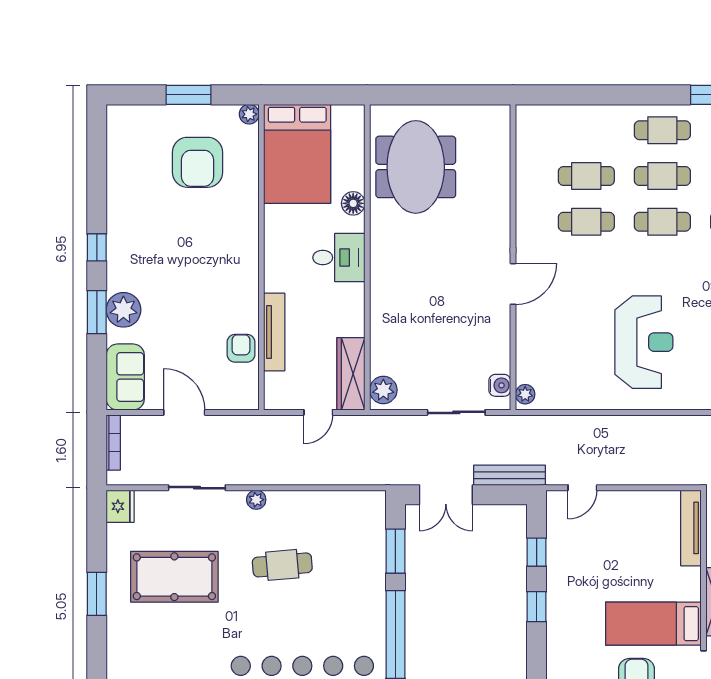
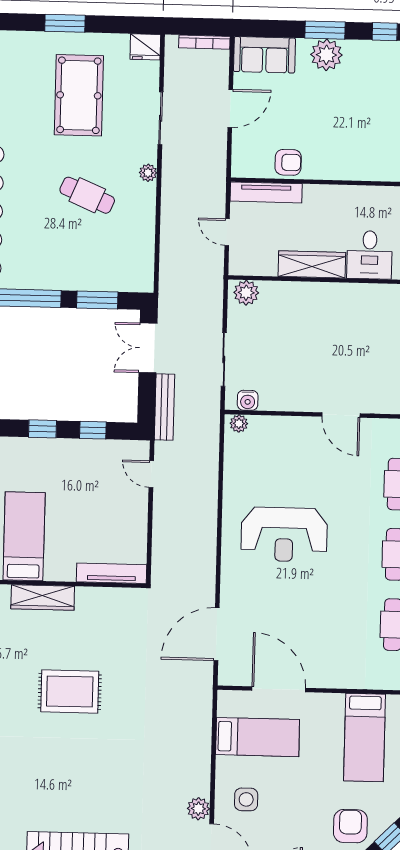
tv unit: (274, 332) -> (266, 192), moved
wardrobe: (351, 374) -> (312, 264), moved
cafe table: (282, 565) -> (87, 195), turned -62

